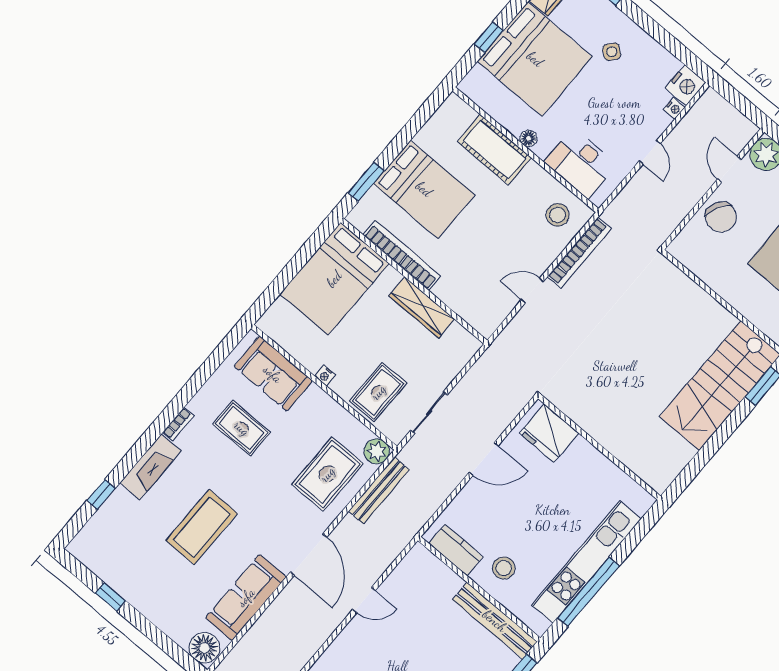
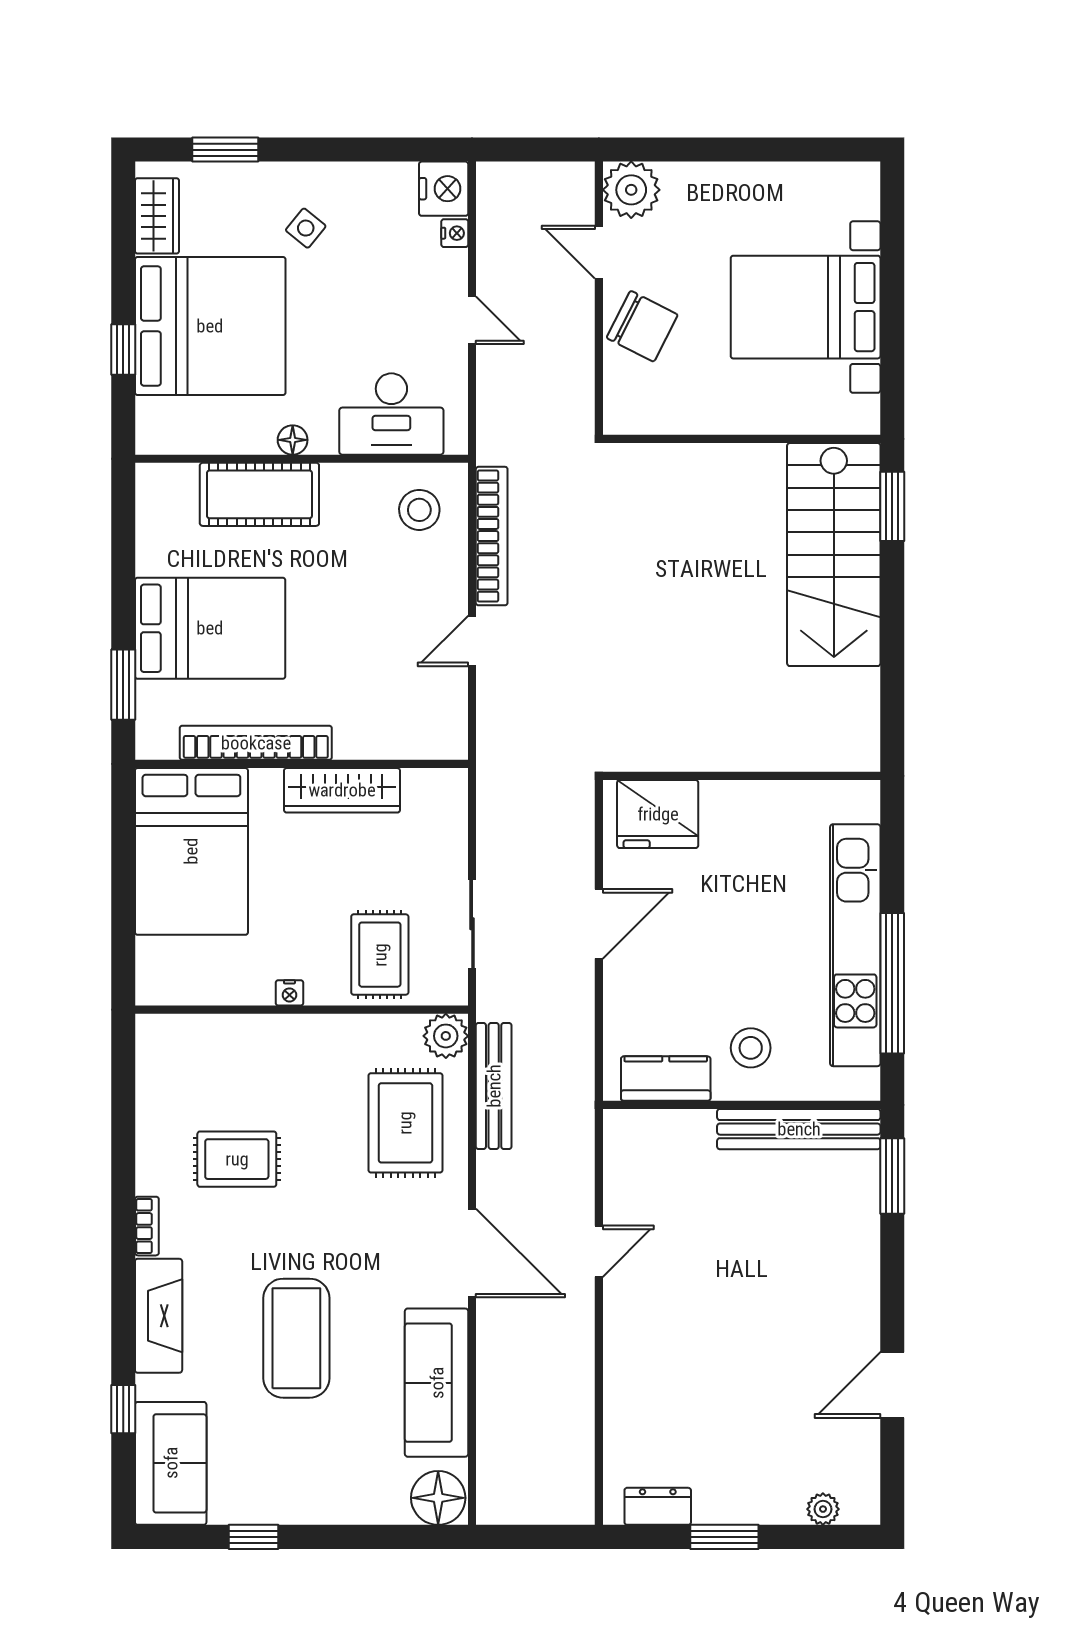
sofa: (273, 374) -> (171, 1463), moved, turned -90

